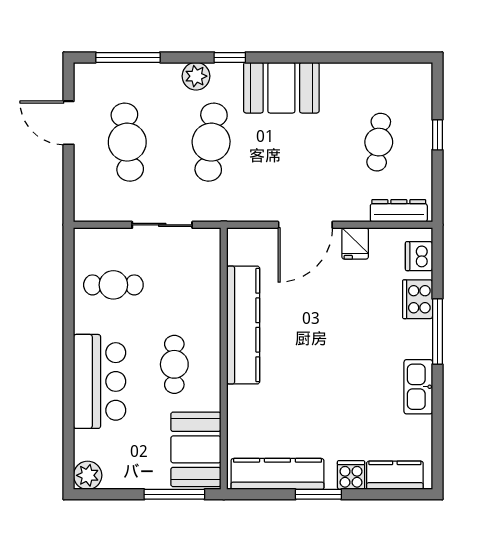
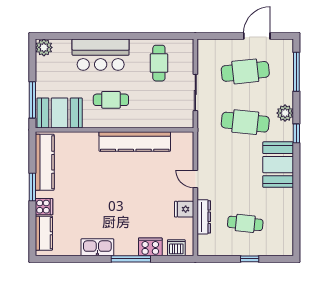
dresser: (399, 211) -> (204, 217), moved
door: (305, 225) -> (195, 179), width x0.53

